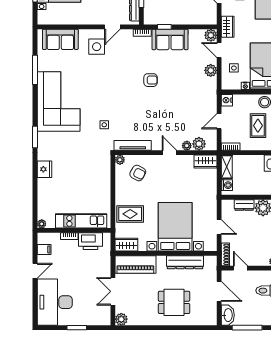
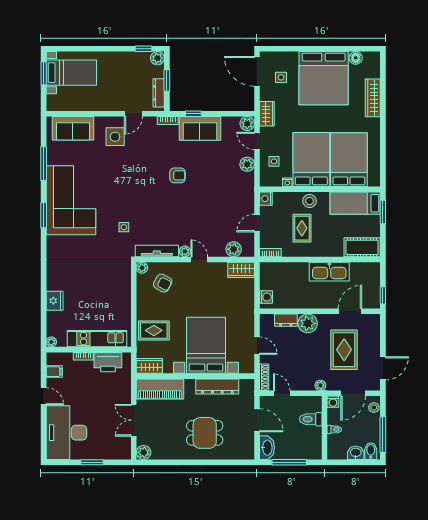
window: (35, 137) -> (44, 215), moved
plant: (187, 146) -> (185, 251), moved
shelving: (227, 167) -> (266, 276), removed
fridge: (44, 169) -> (55, 301), moved
door: (35, 271) -> (44, 396), hinge flipped

